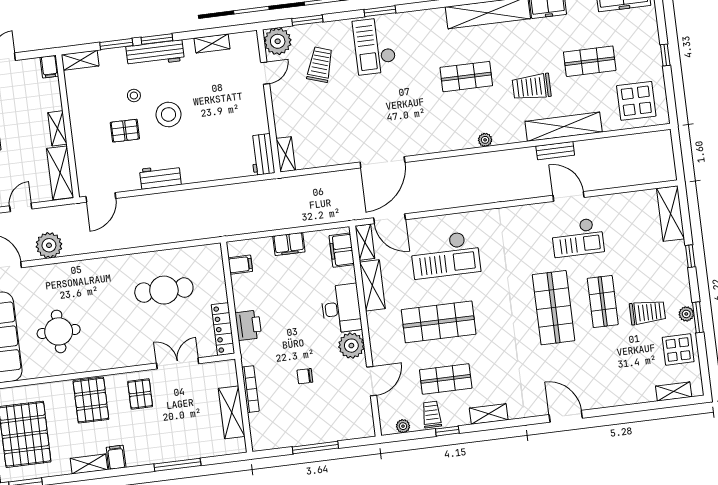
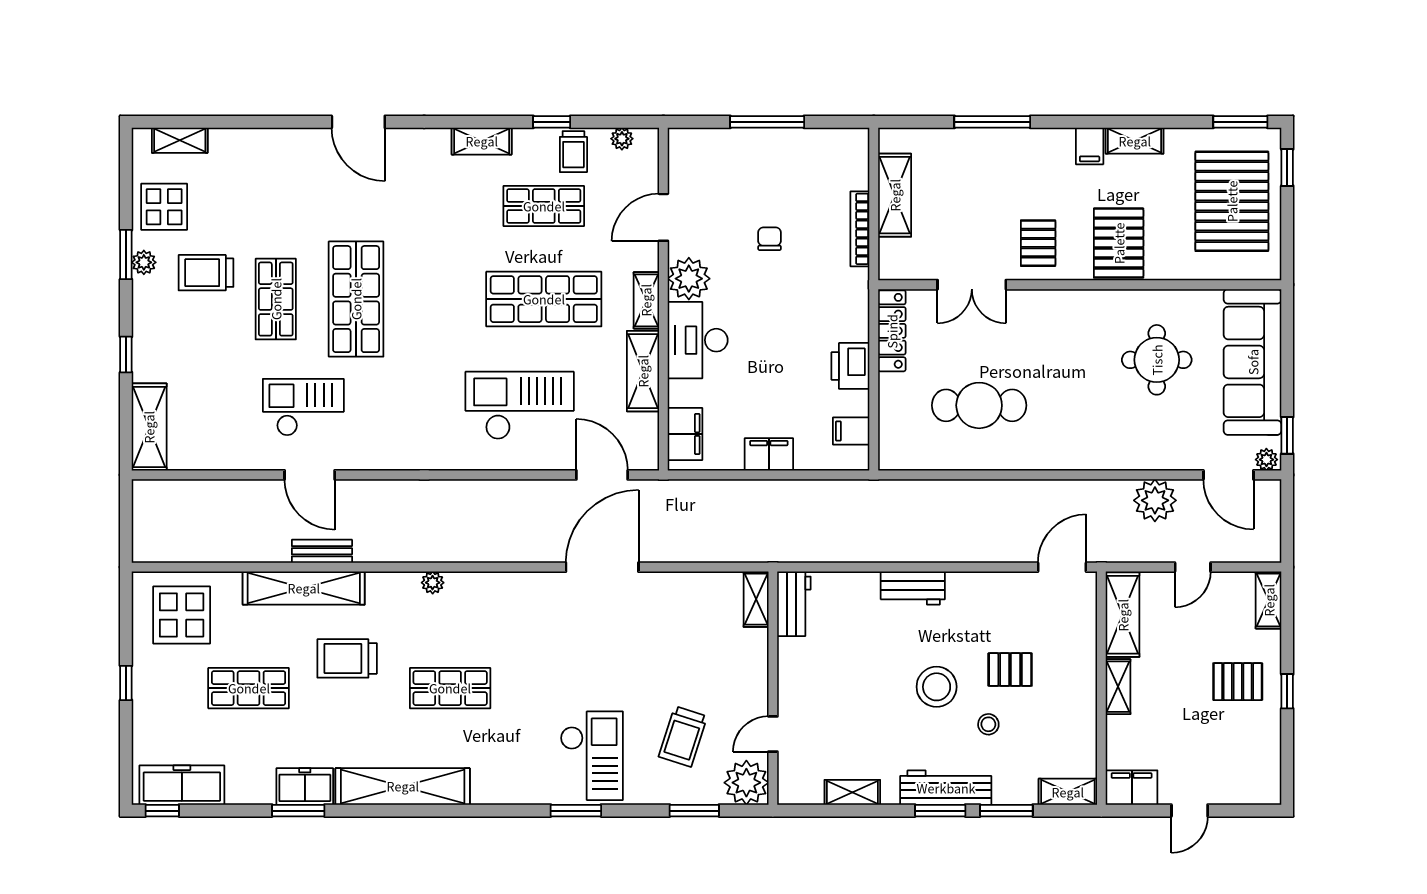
filing cabinet: (49, 67) -> (1132, 788), width x2.00
trolley: (532, 87) -> (347, 658), turned 180
workbench: (160, 177) -> (913, 588), moved
shelving: (365, 242) -> (646, 300), moved
printer: (248, 325) -> (850, 366), moved
chair: (305, 376) -> (770, 239), turned -90

